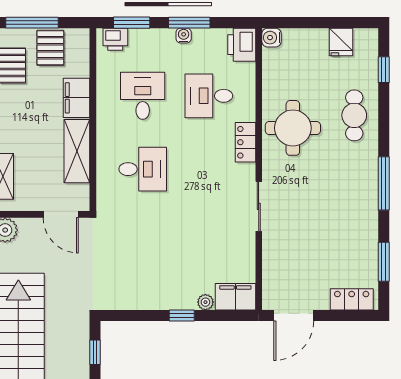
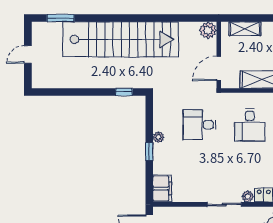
plant: (247, 172) -> (248, 196), added
desk: (143, 242) -> (199, 125), added
plant: (205, 302) -> (158, 137), moved

